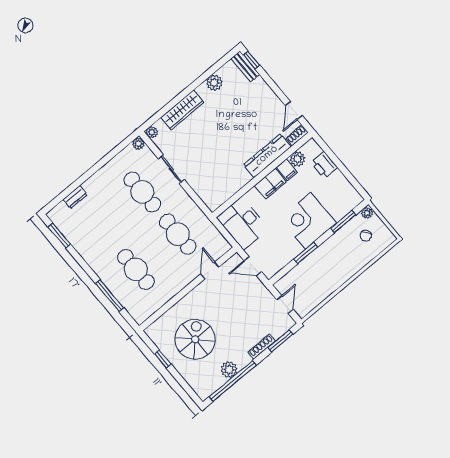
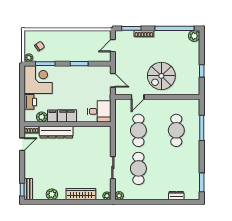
corner desk: (308, 221) -> (38, 80), moved, turned -90
desk: (243, 223) -> (99, 111), width x0.73
spiral stairs: (195, 339) -> (161, 76), moved
plant: (229, 370) -> (194, 36), moved

